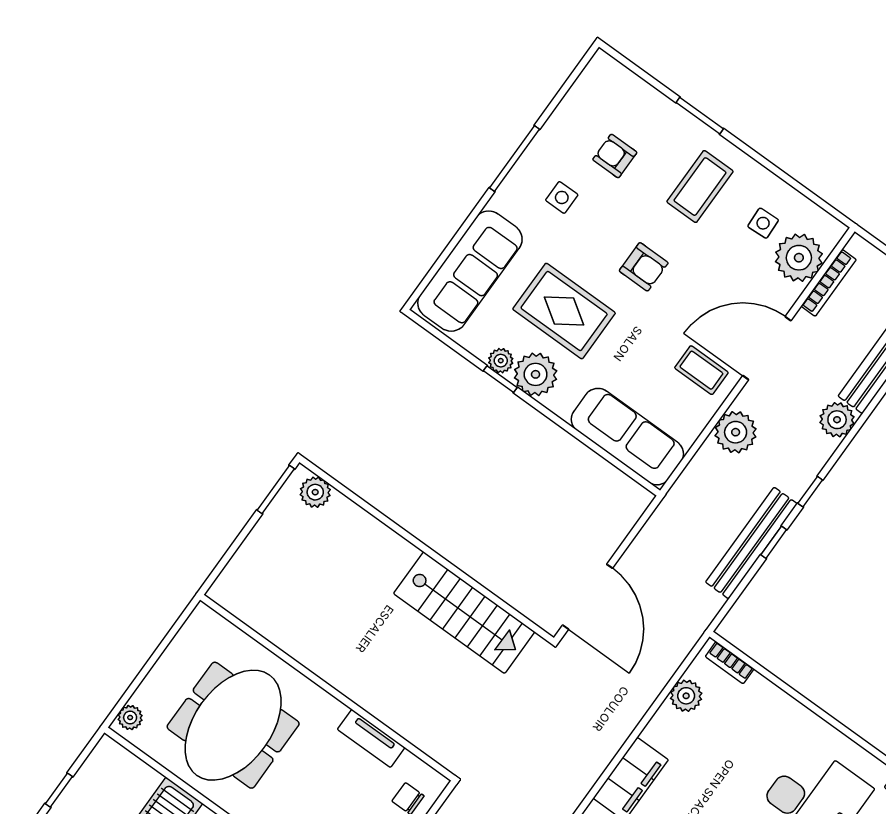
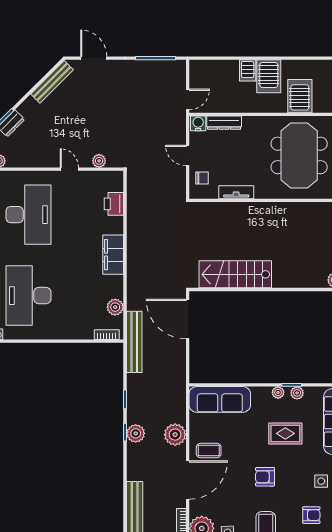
rug: (564, 311) -> (285, 433), width x0.73, depth x0.70
plant: (536, 374) -> (278, 392), width x0.53, depth x0.53
plant: (837, 420) -> (136, 433), moved
bench: (751, 543) -> (134, 342), moved

